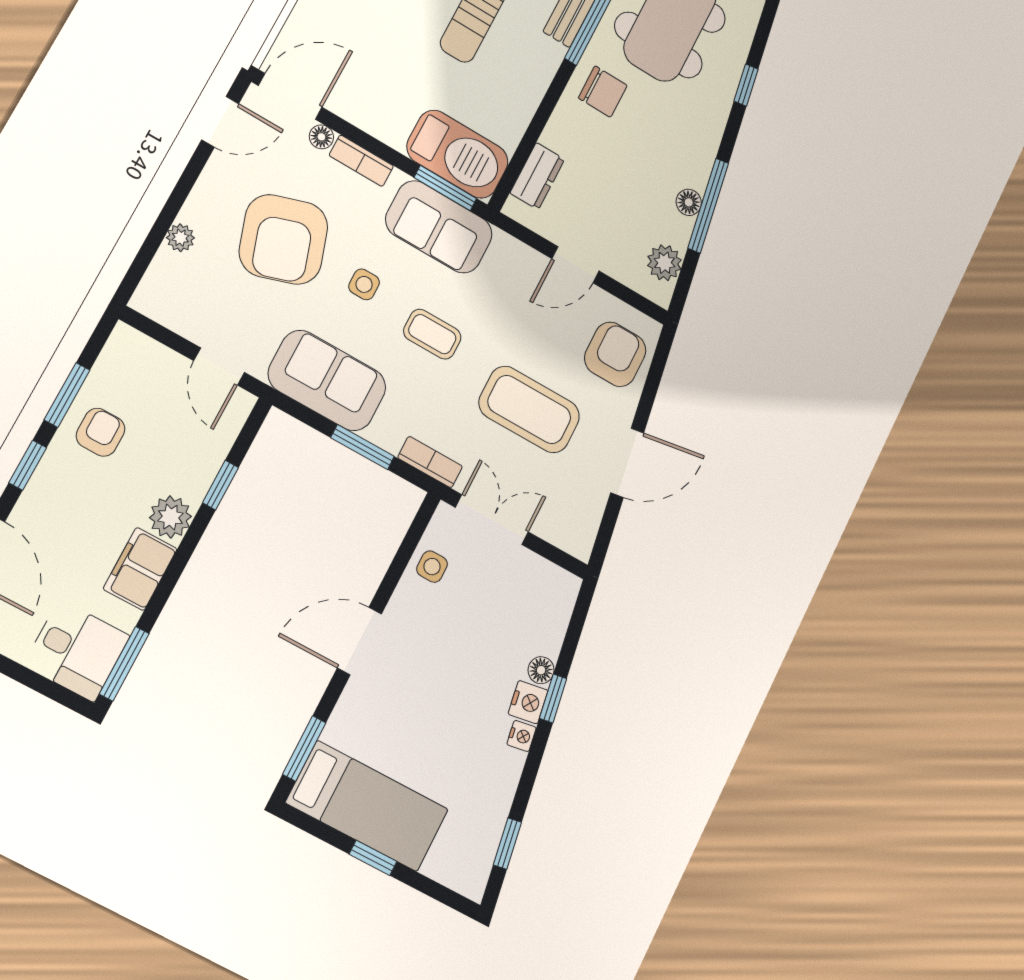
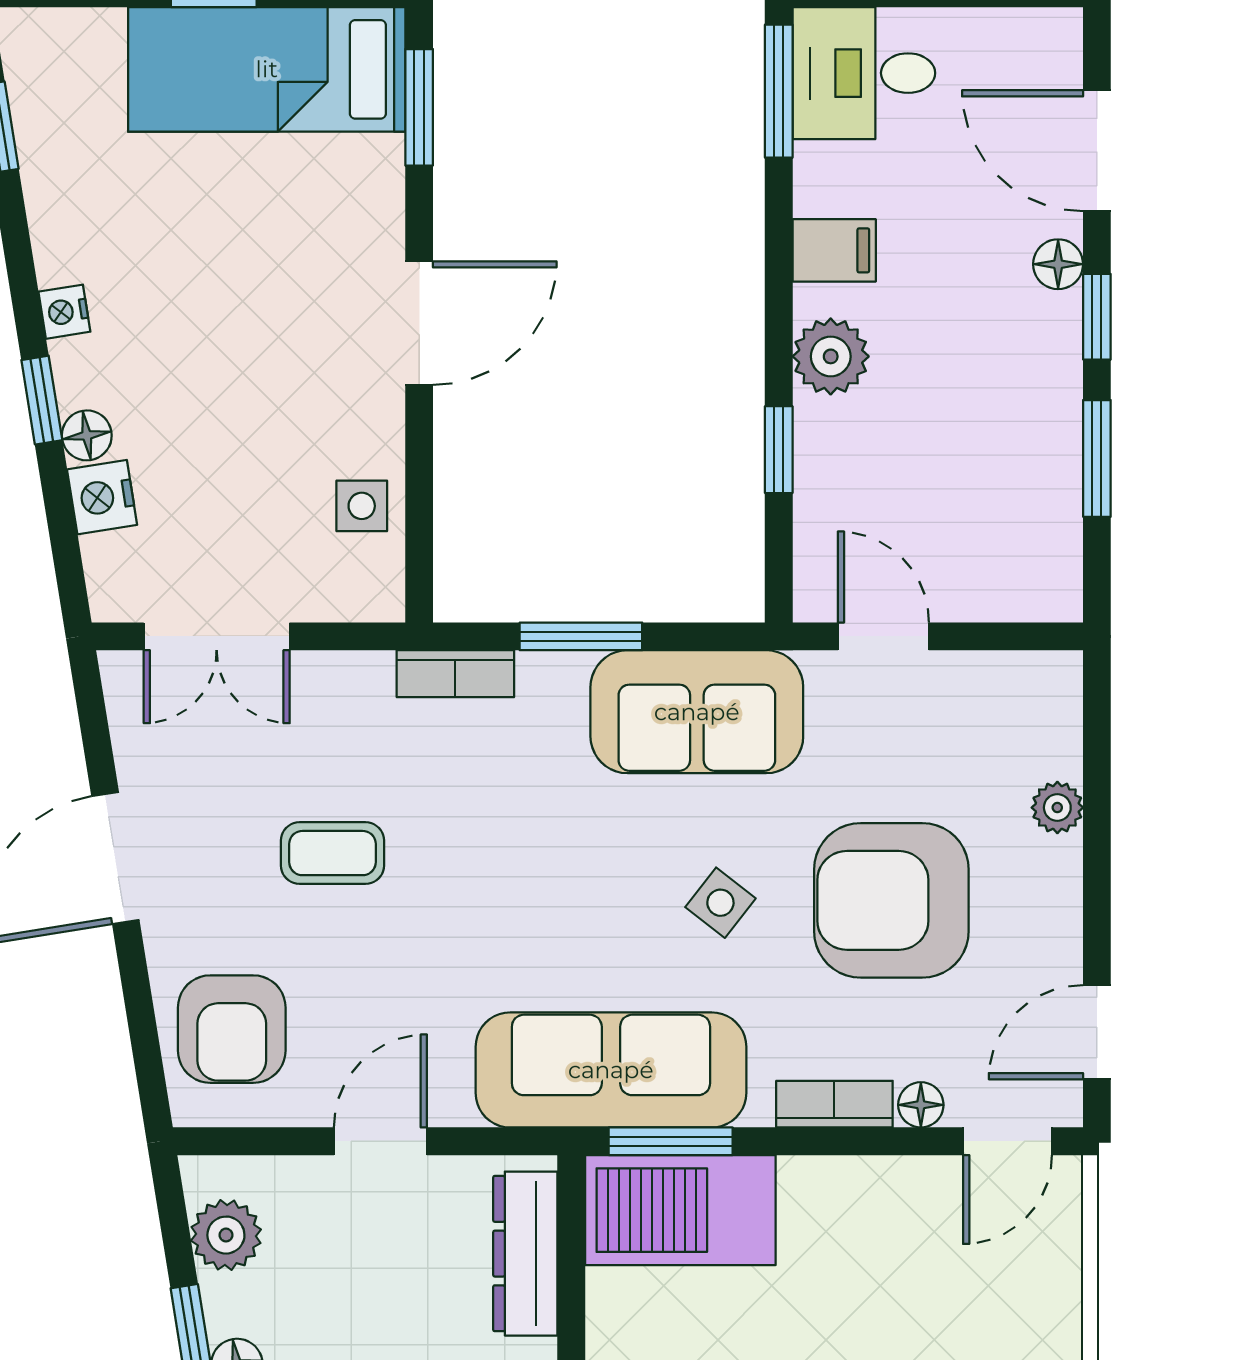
door: (290, 96) -> (1007, 1141), width x0.73
dresser: (537, 176) -> (525, 1254), width x1.44
sofa: (439, 227) -> (611, 1070), width x1.36
armchair: (284, 239) -> (891, 900), turned -72
side table: (364, 284) -> (720, 903), turned 38
coffee table: (432, 334) -> (563, 886), removed
coffee table: (529, 409) -> (333, 853), width x0.54, depth x0.58
armchair: (101, 432) -> (1013, 429), removed
floor lamp: (32, 502) -> (1058, 264), added
double door: (492, 520) -> (217, 636), moved
filing cabinet: (140, 569) -> (834, 250), width x0.50
nightstand: (528, 702) -> (102, 497), moved

